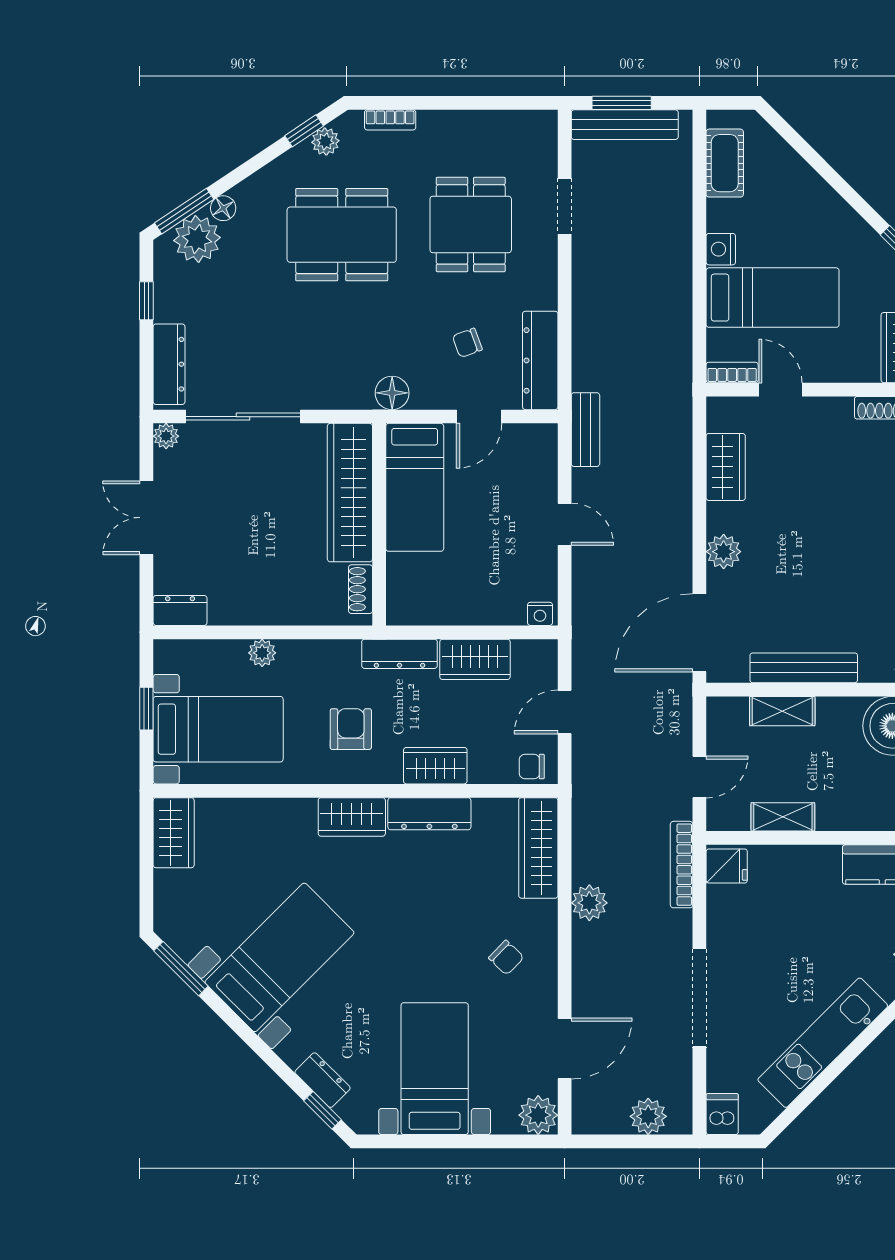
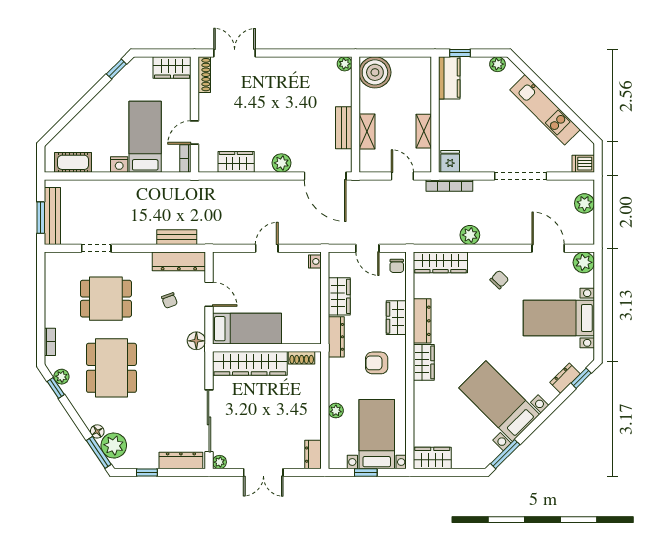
bench: (585, 430) -> (177, 237), moved
bench: (804, 668) -> (344, 128), width x0.73

